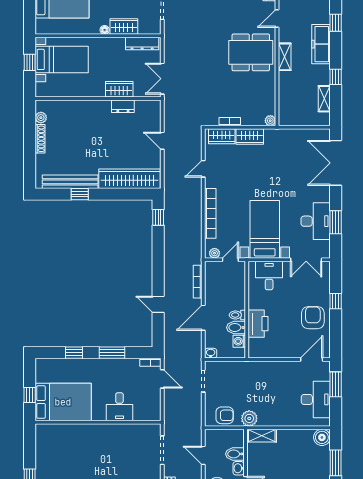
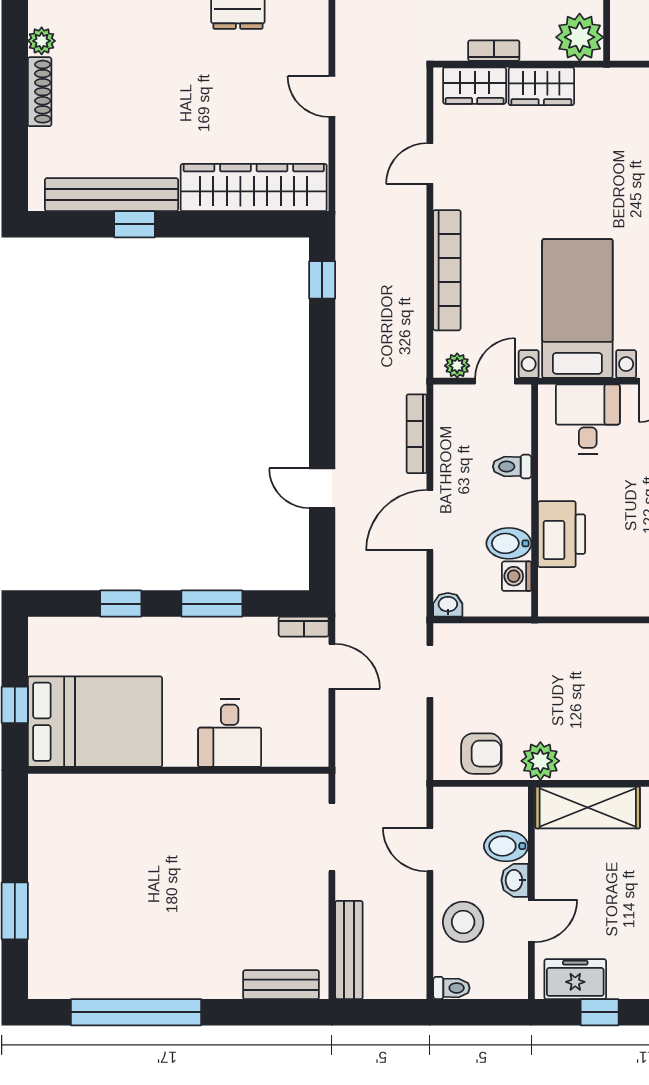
plant: (270, 121) -> (580, 37), width x1.88, depth x1.88
toilet: (237, 315) -> (512, 467), moved
shelving: (262, 436) -> (588, 808), width x1.50, depth x1.33

